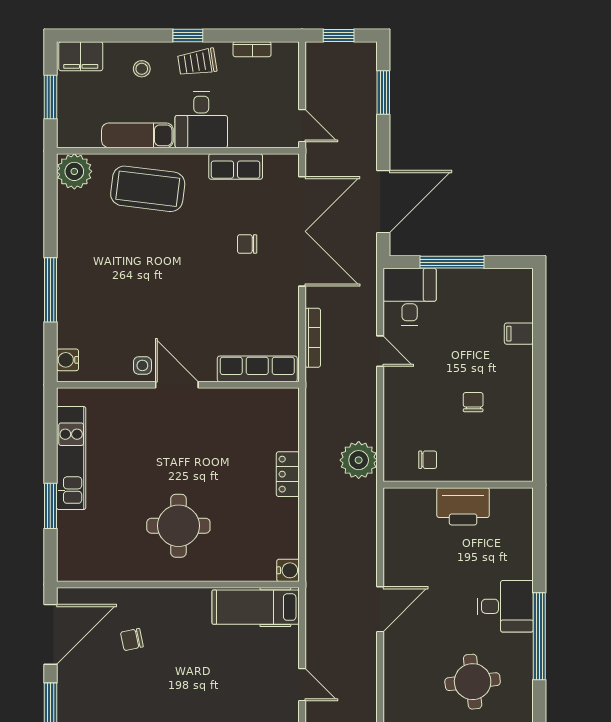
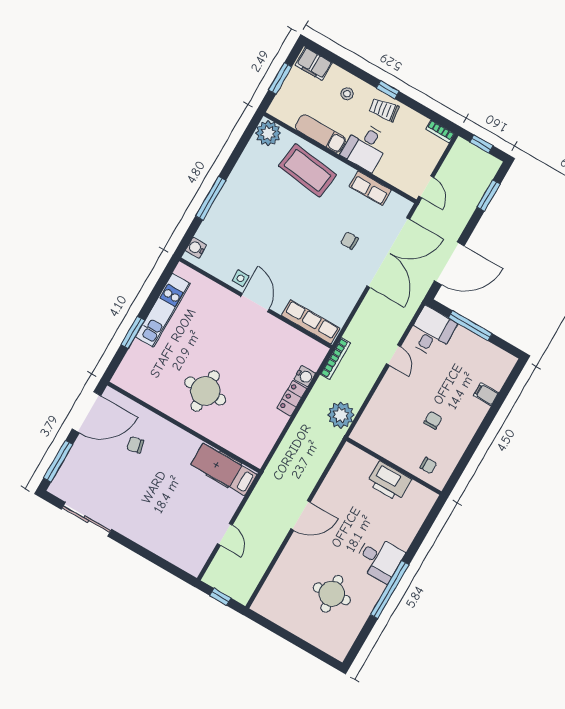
bookcase: (252, 49) -> (440, 131), moved
bookcase: (313, 338) -> (335, 359), moved
chair: (428, 460) -> (428, 466), moved
water cooler: (288, 570) -> (305, 376), moved

